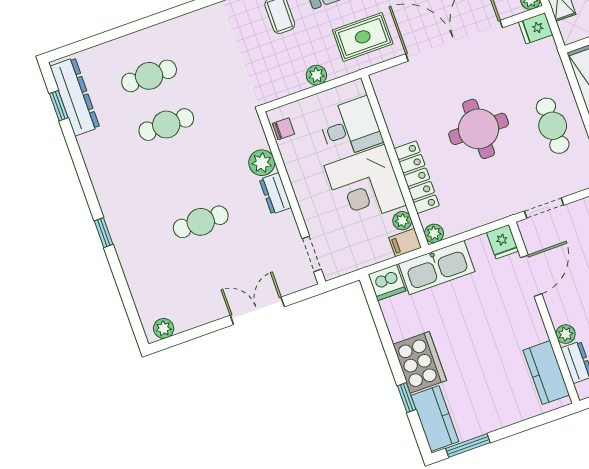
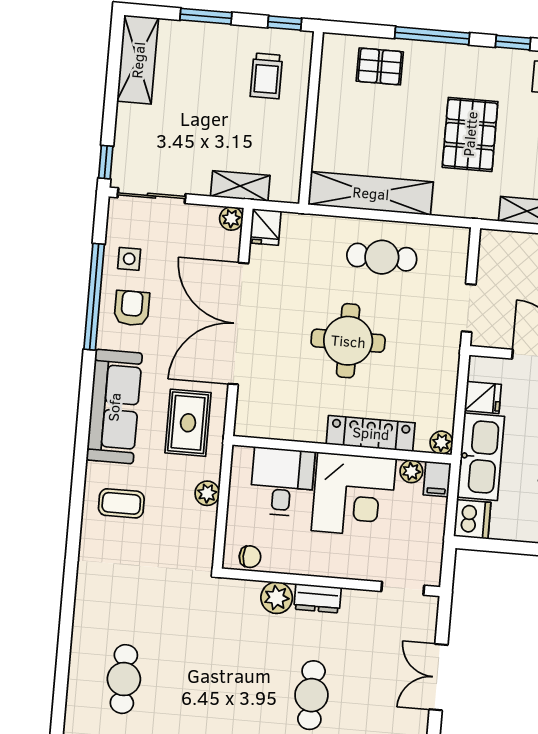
cafe table: (166, 125) -> (186, 684), removed
chair: (283, 129) -> (250, 557), turned 90
fridge: (503, 242) -> (483, 398), moved

